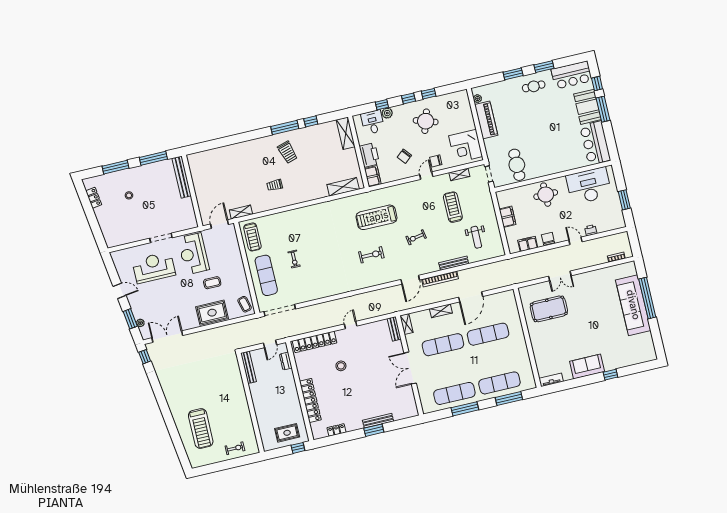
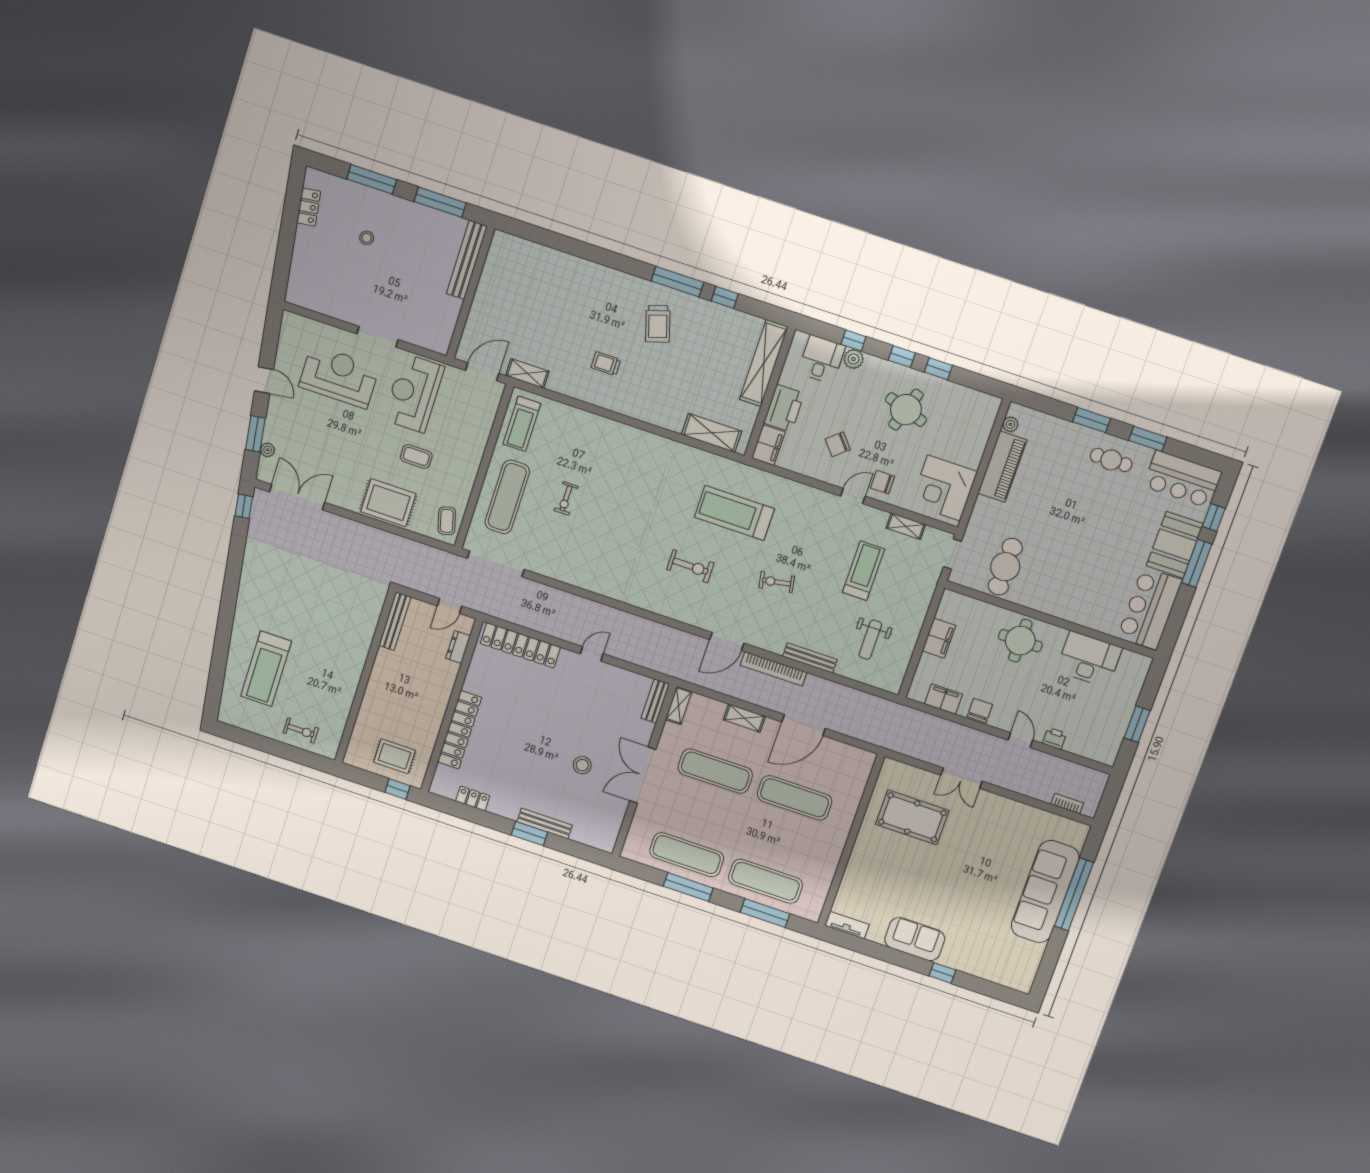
shelving: (346, 133) -> (764, 363), width x1.47
desk: (589, 186) -> (1089, 659), width x0.73, depth x0.77
stool: (341, 366) -> (582, 765), moved

